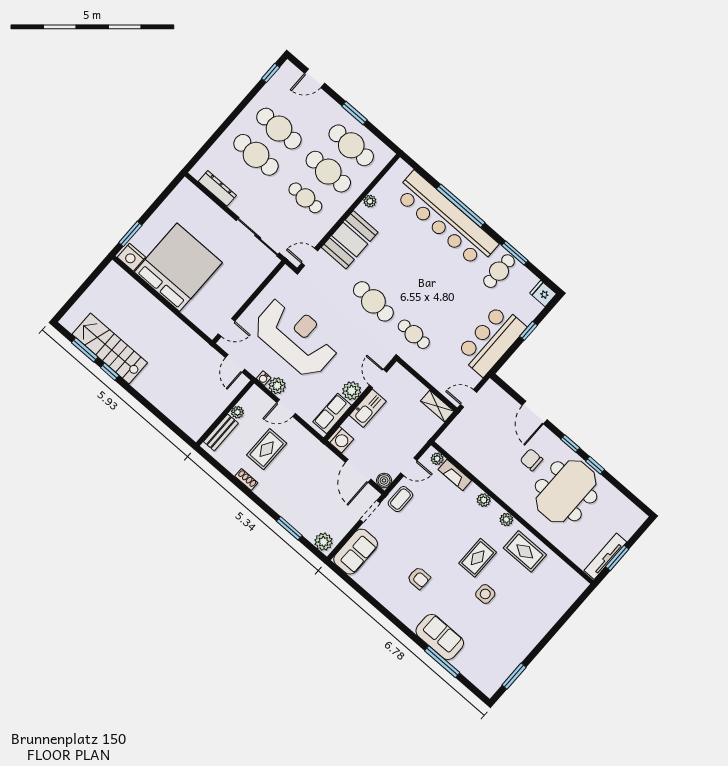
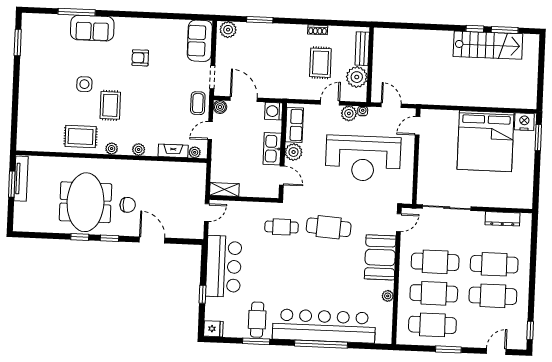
cafe table: (305, 198) -> (435, 262), width x1.37, depth x1.35
plant: (237, 412) -> (357, 77), width x1.88, depth x1.88

